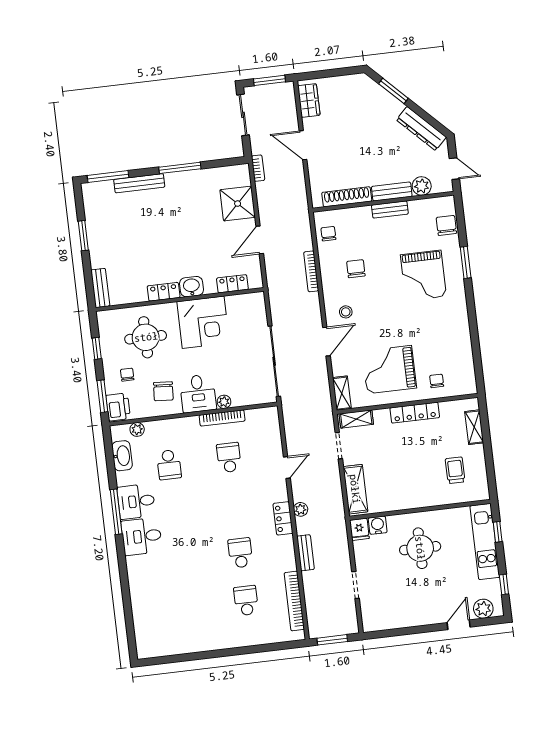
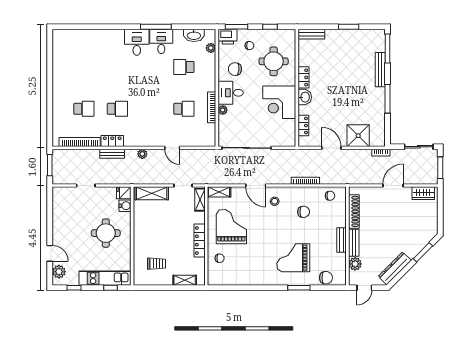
locker: (283, 518) -> (112, 141), moved

